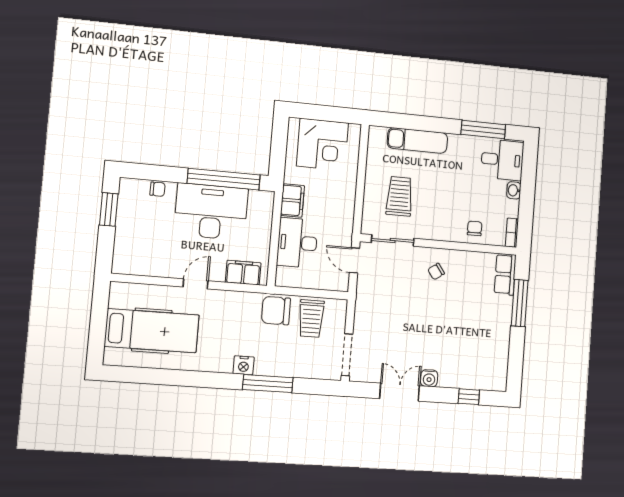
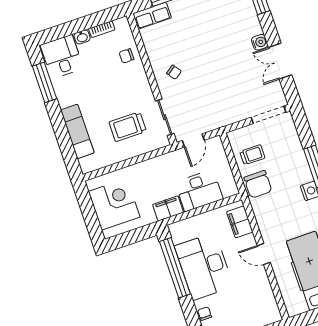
bookcase: (512, 233) -> (102, 29), moved
trolley: (311, 318) -> (252, 155), width x0.73, depth x0.72

